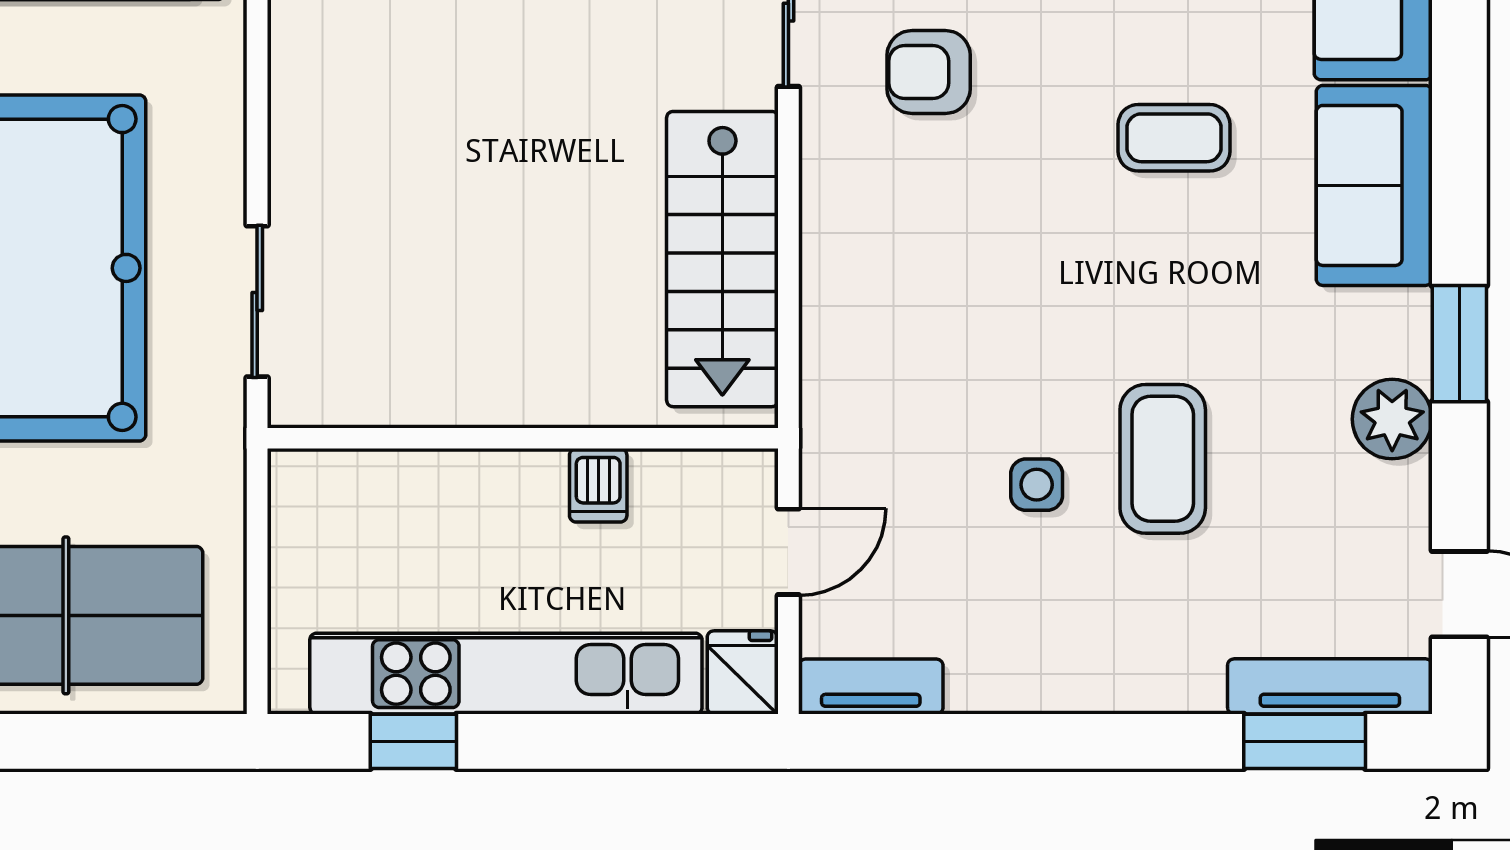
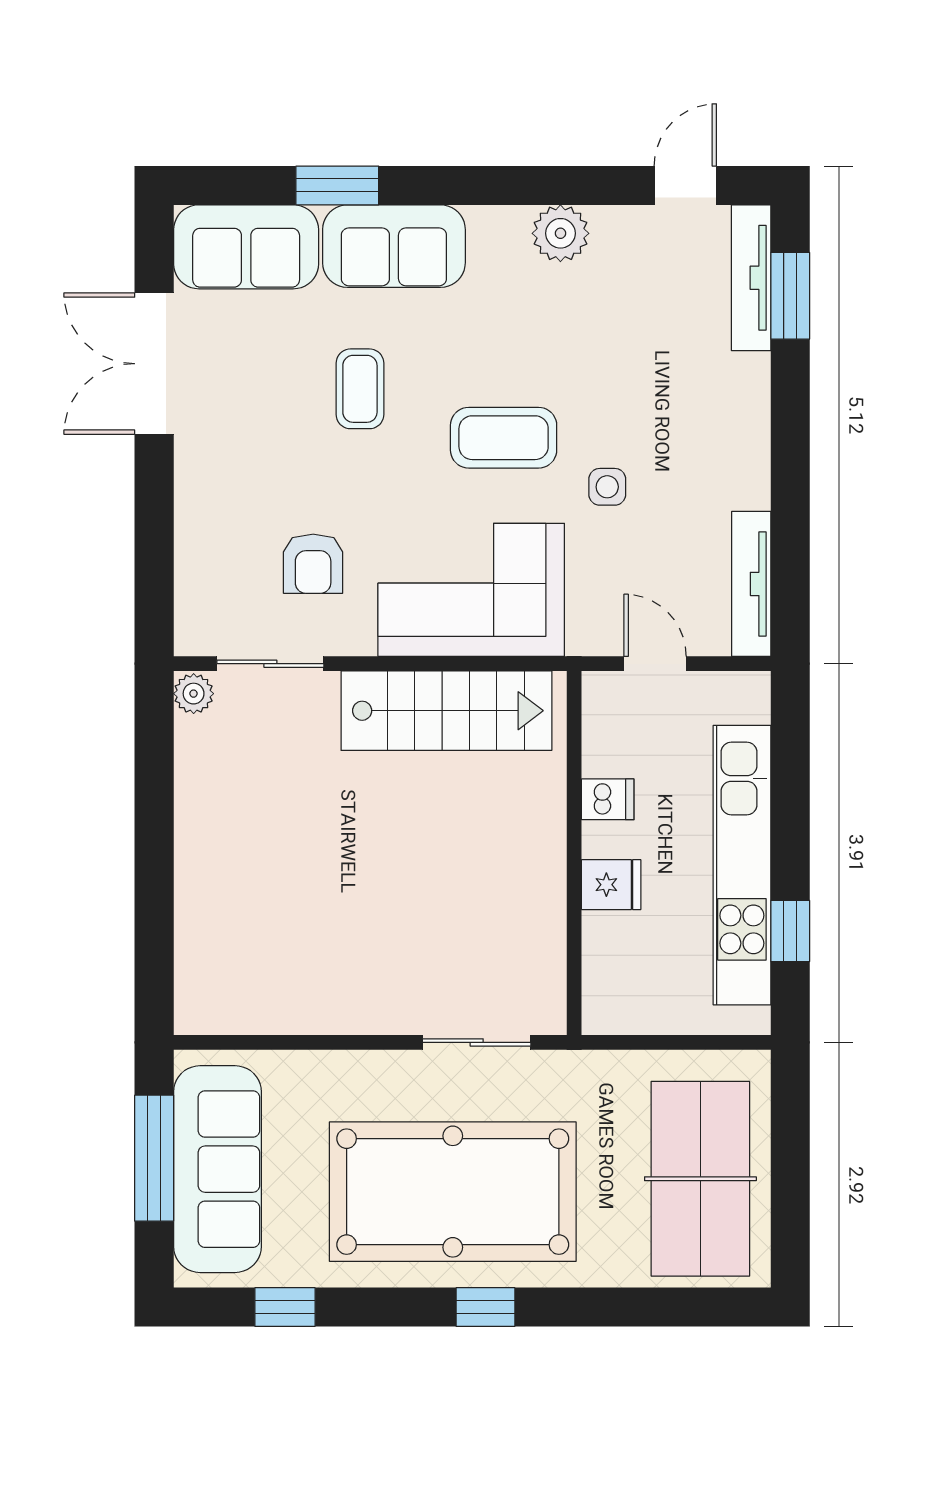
corner sofa: (892, 294) -> (471, 590), added
window: (1459, 344) -> (337, 185), moved
coffee table: (1163, 459) -> (504, 438), moved
fridge: (742, 672) -> (611, 885), moved, turned 180
tv unit: (871, 687) -> (751, 584), width x1.41

